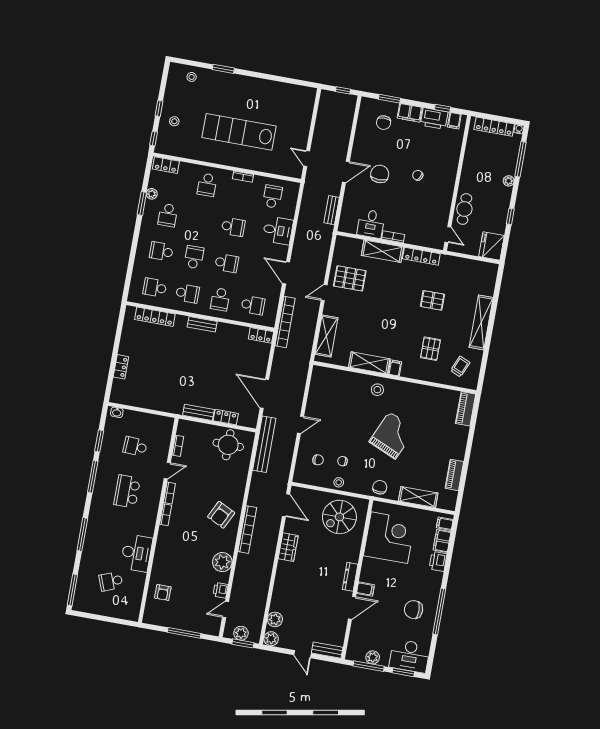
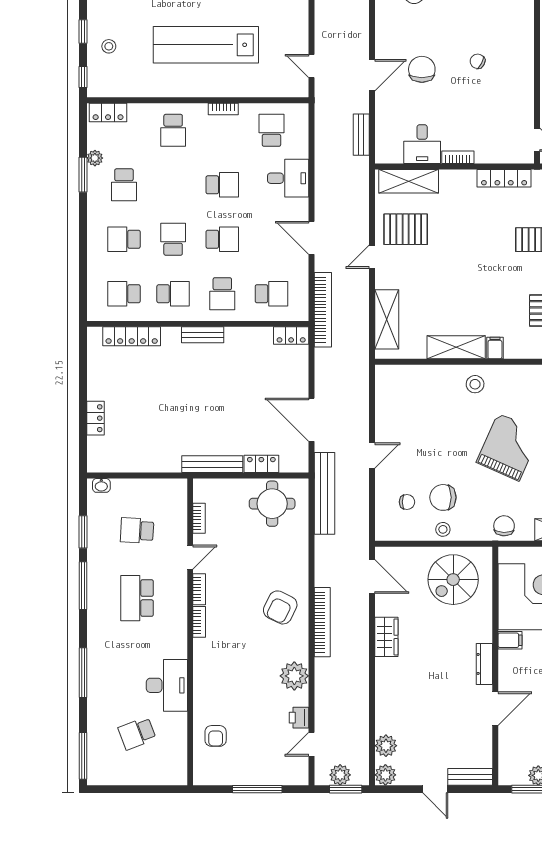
shelving: (382, 251) -> (409, 181), moved
bench: (198, 412) -> (212, 464), width x1.36
chair: (343, 461) -> (443, 497), width x1.87, depth x1.87
filing cabinet: (365, 589) -> (510, 640), moved

